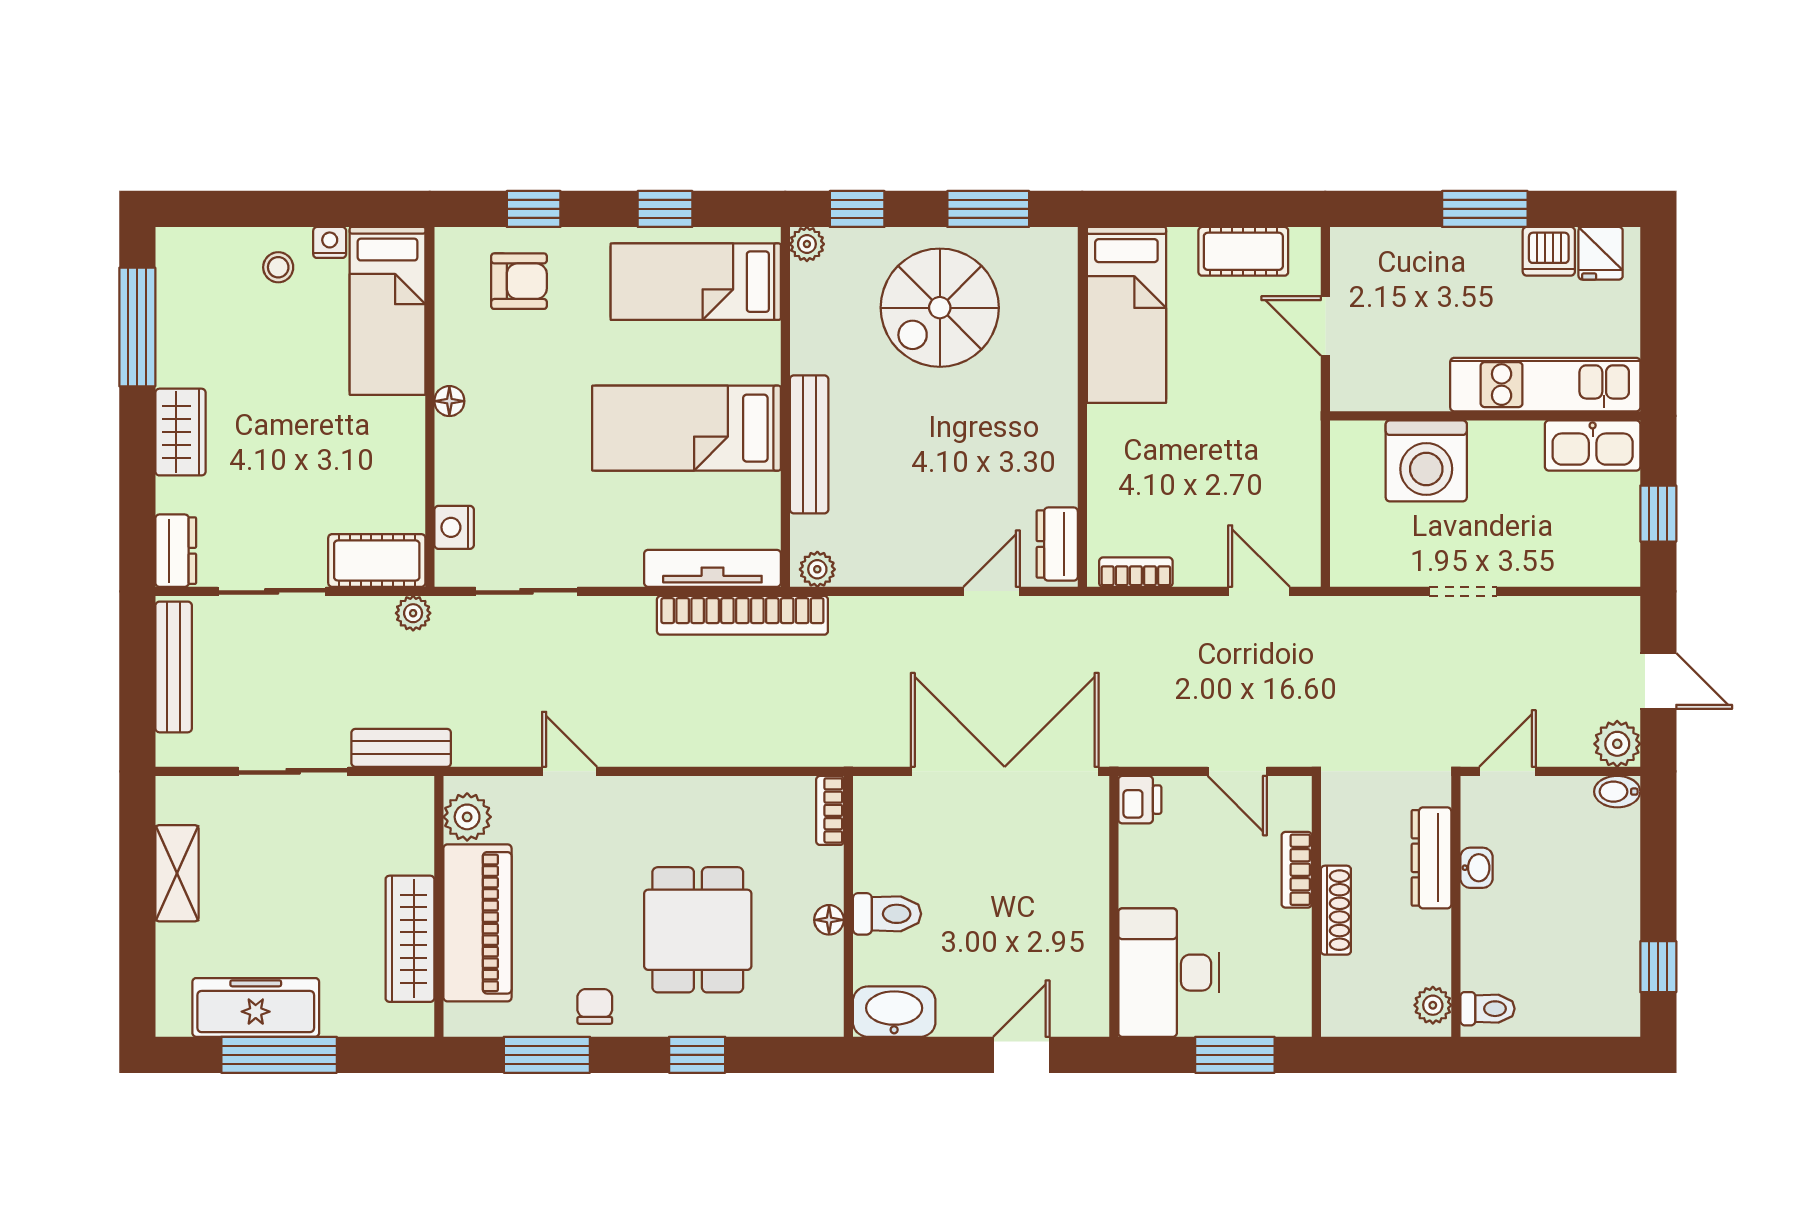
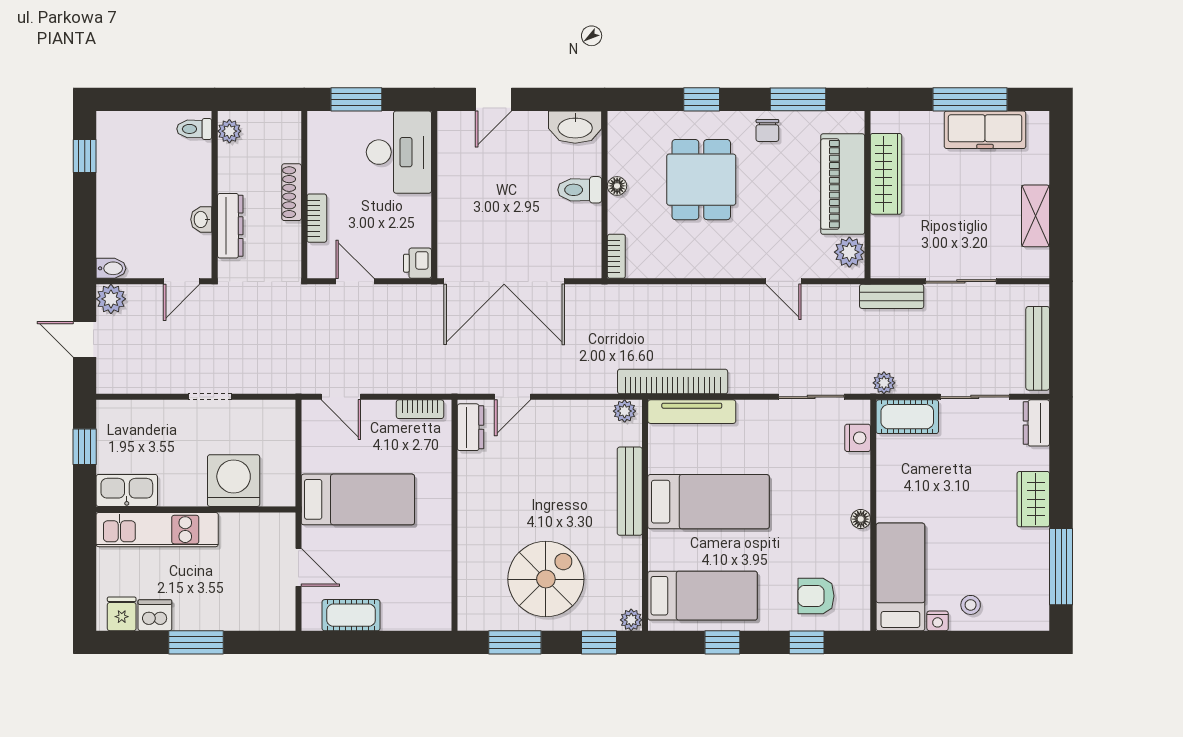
bed: (1126, 315) -> (358, 499), moved, turned 90

